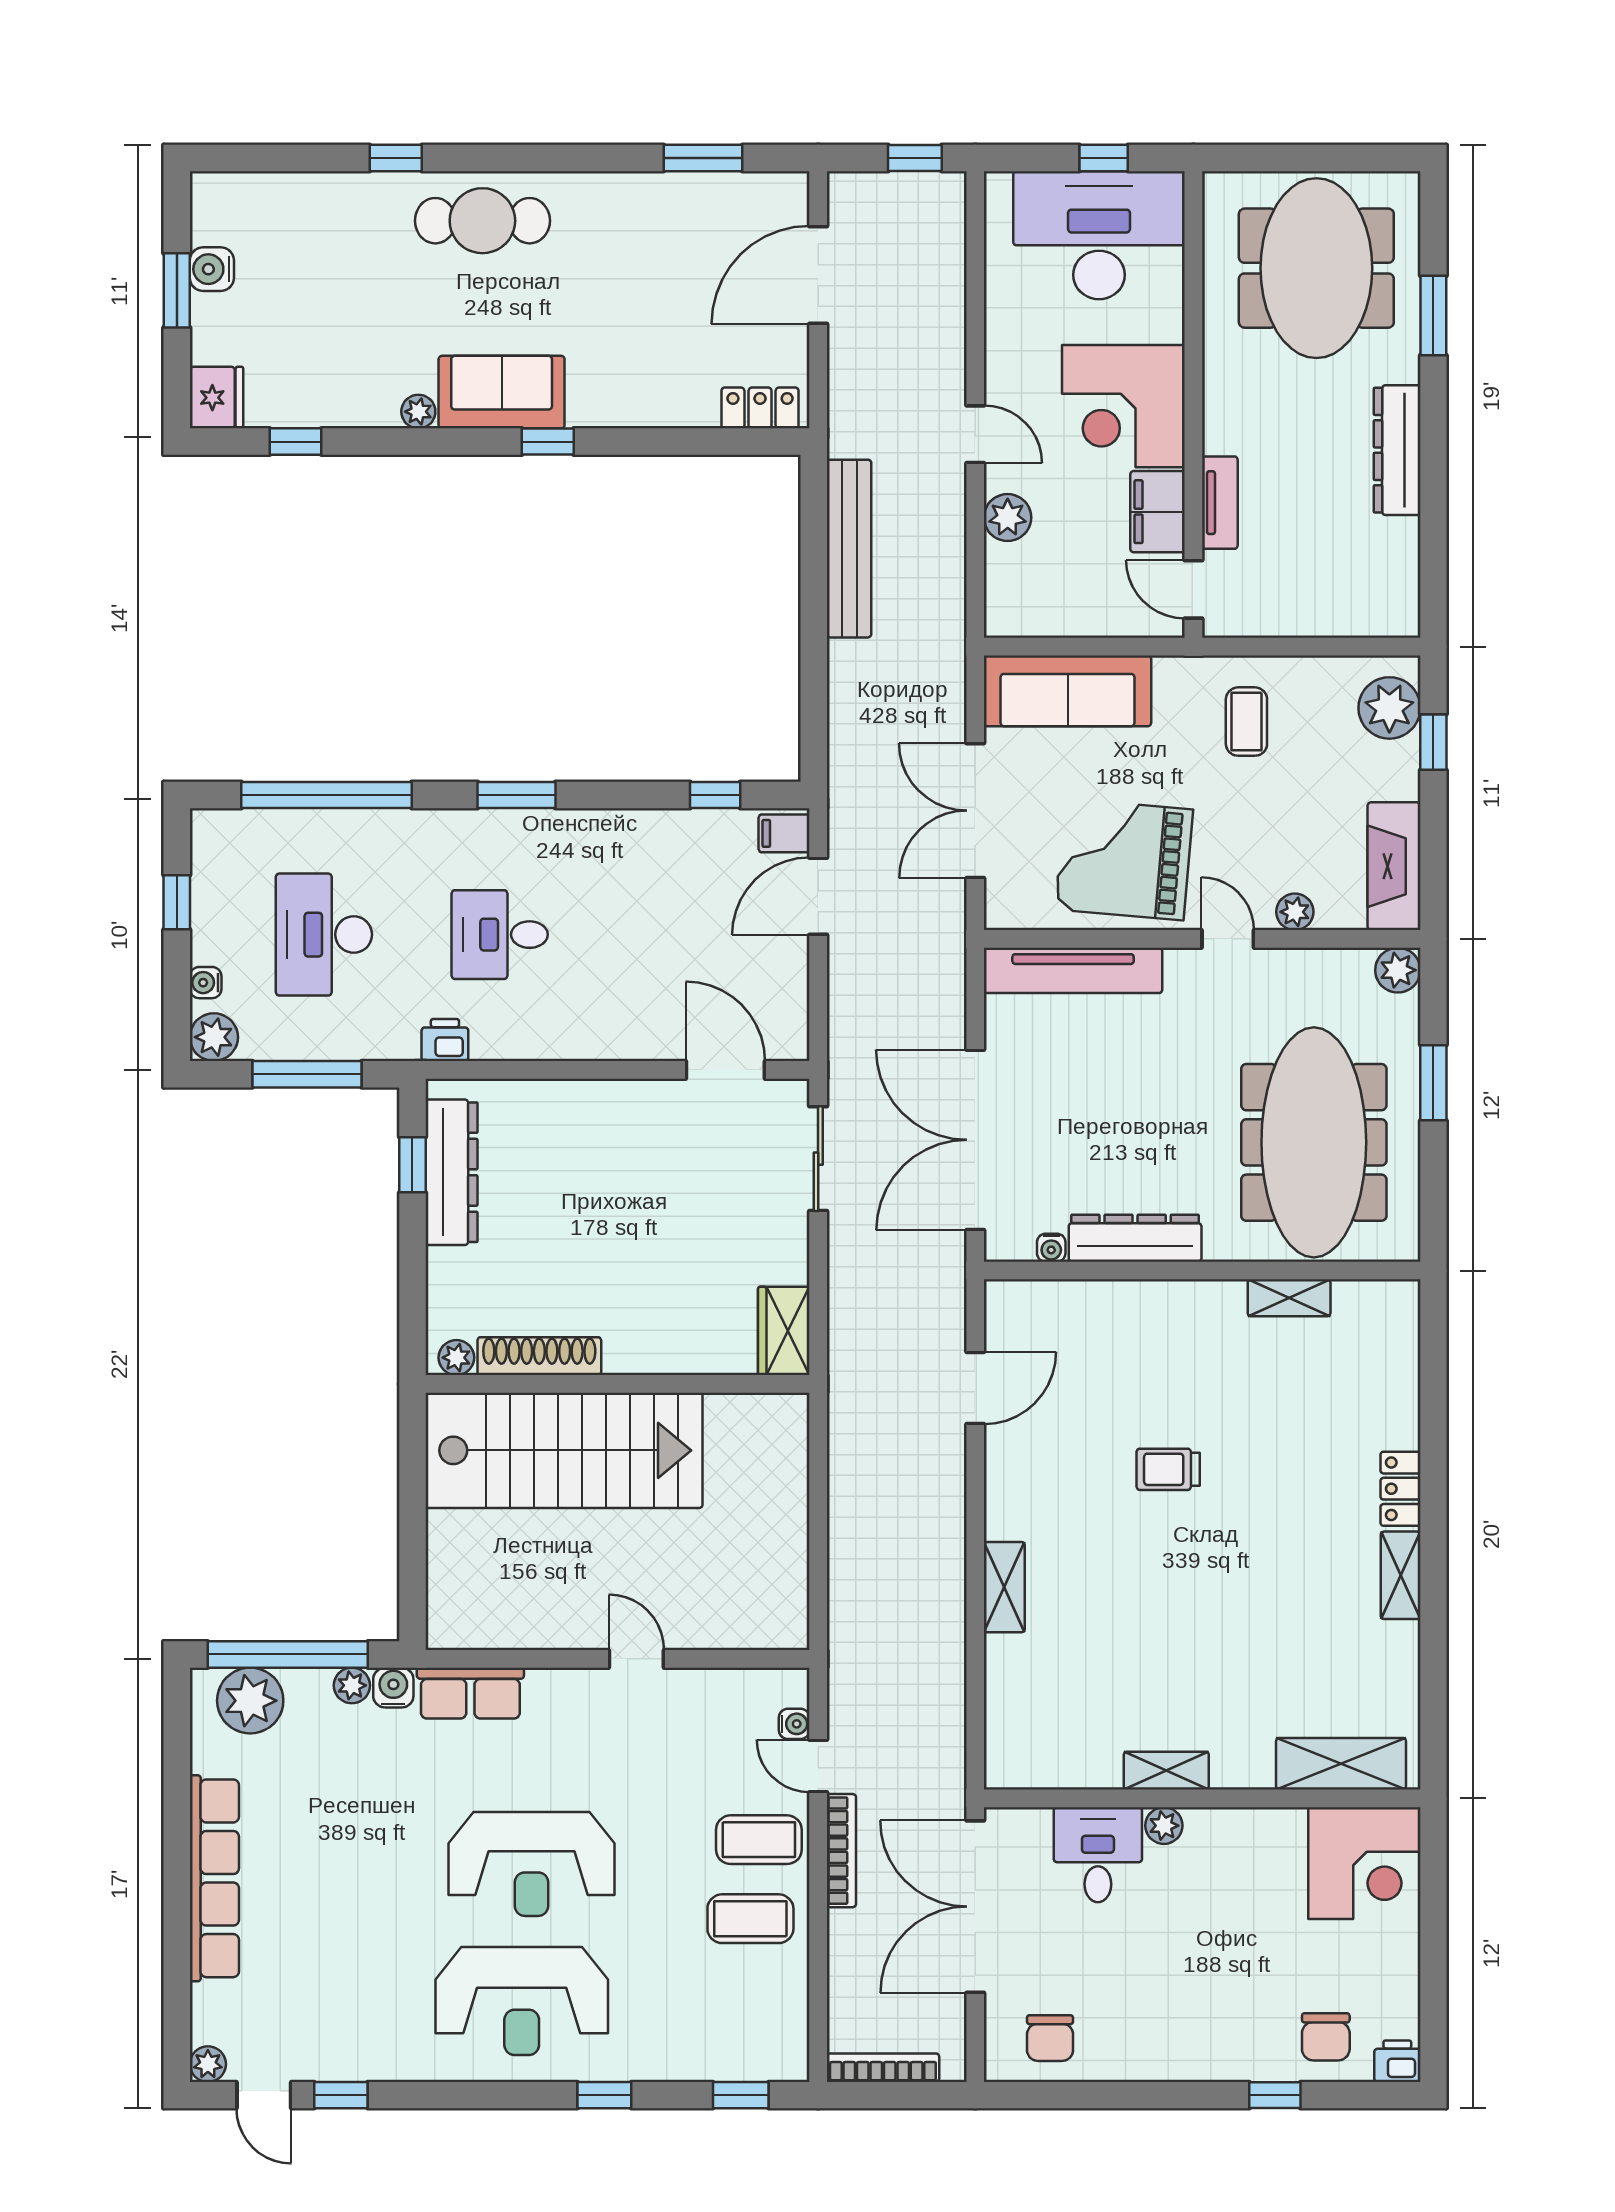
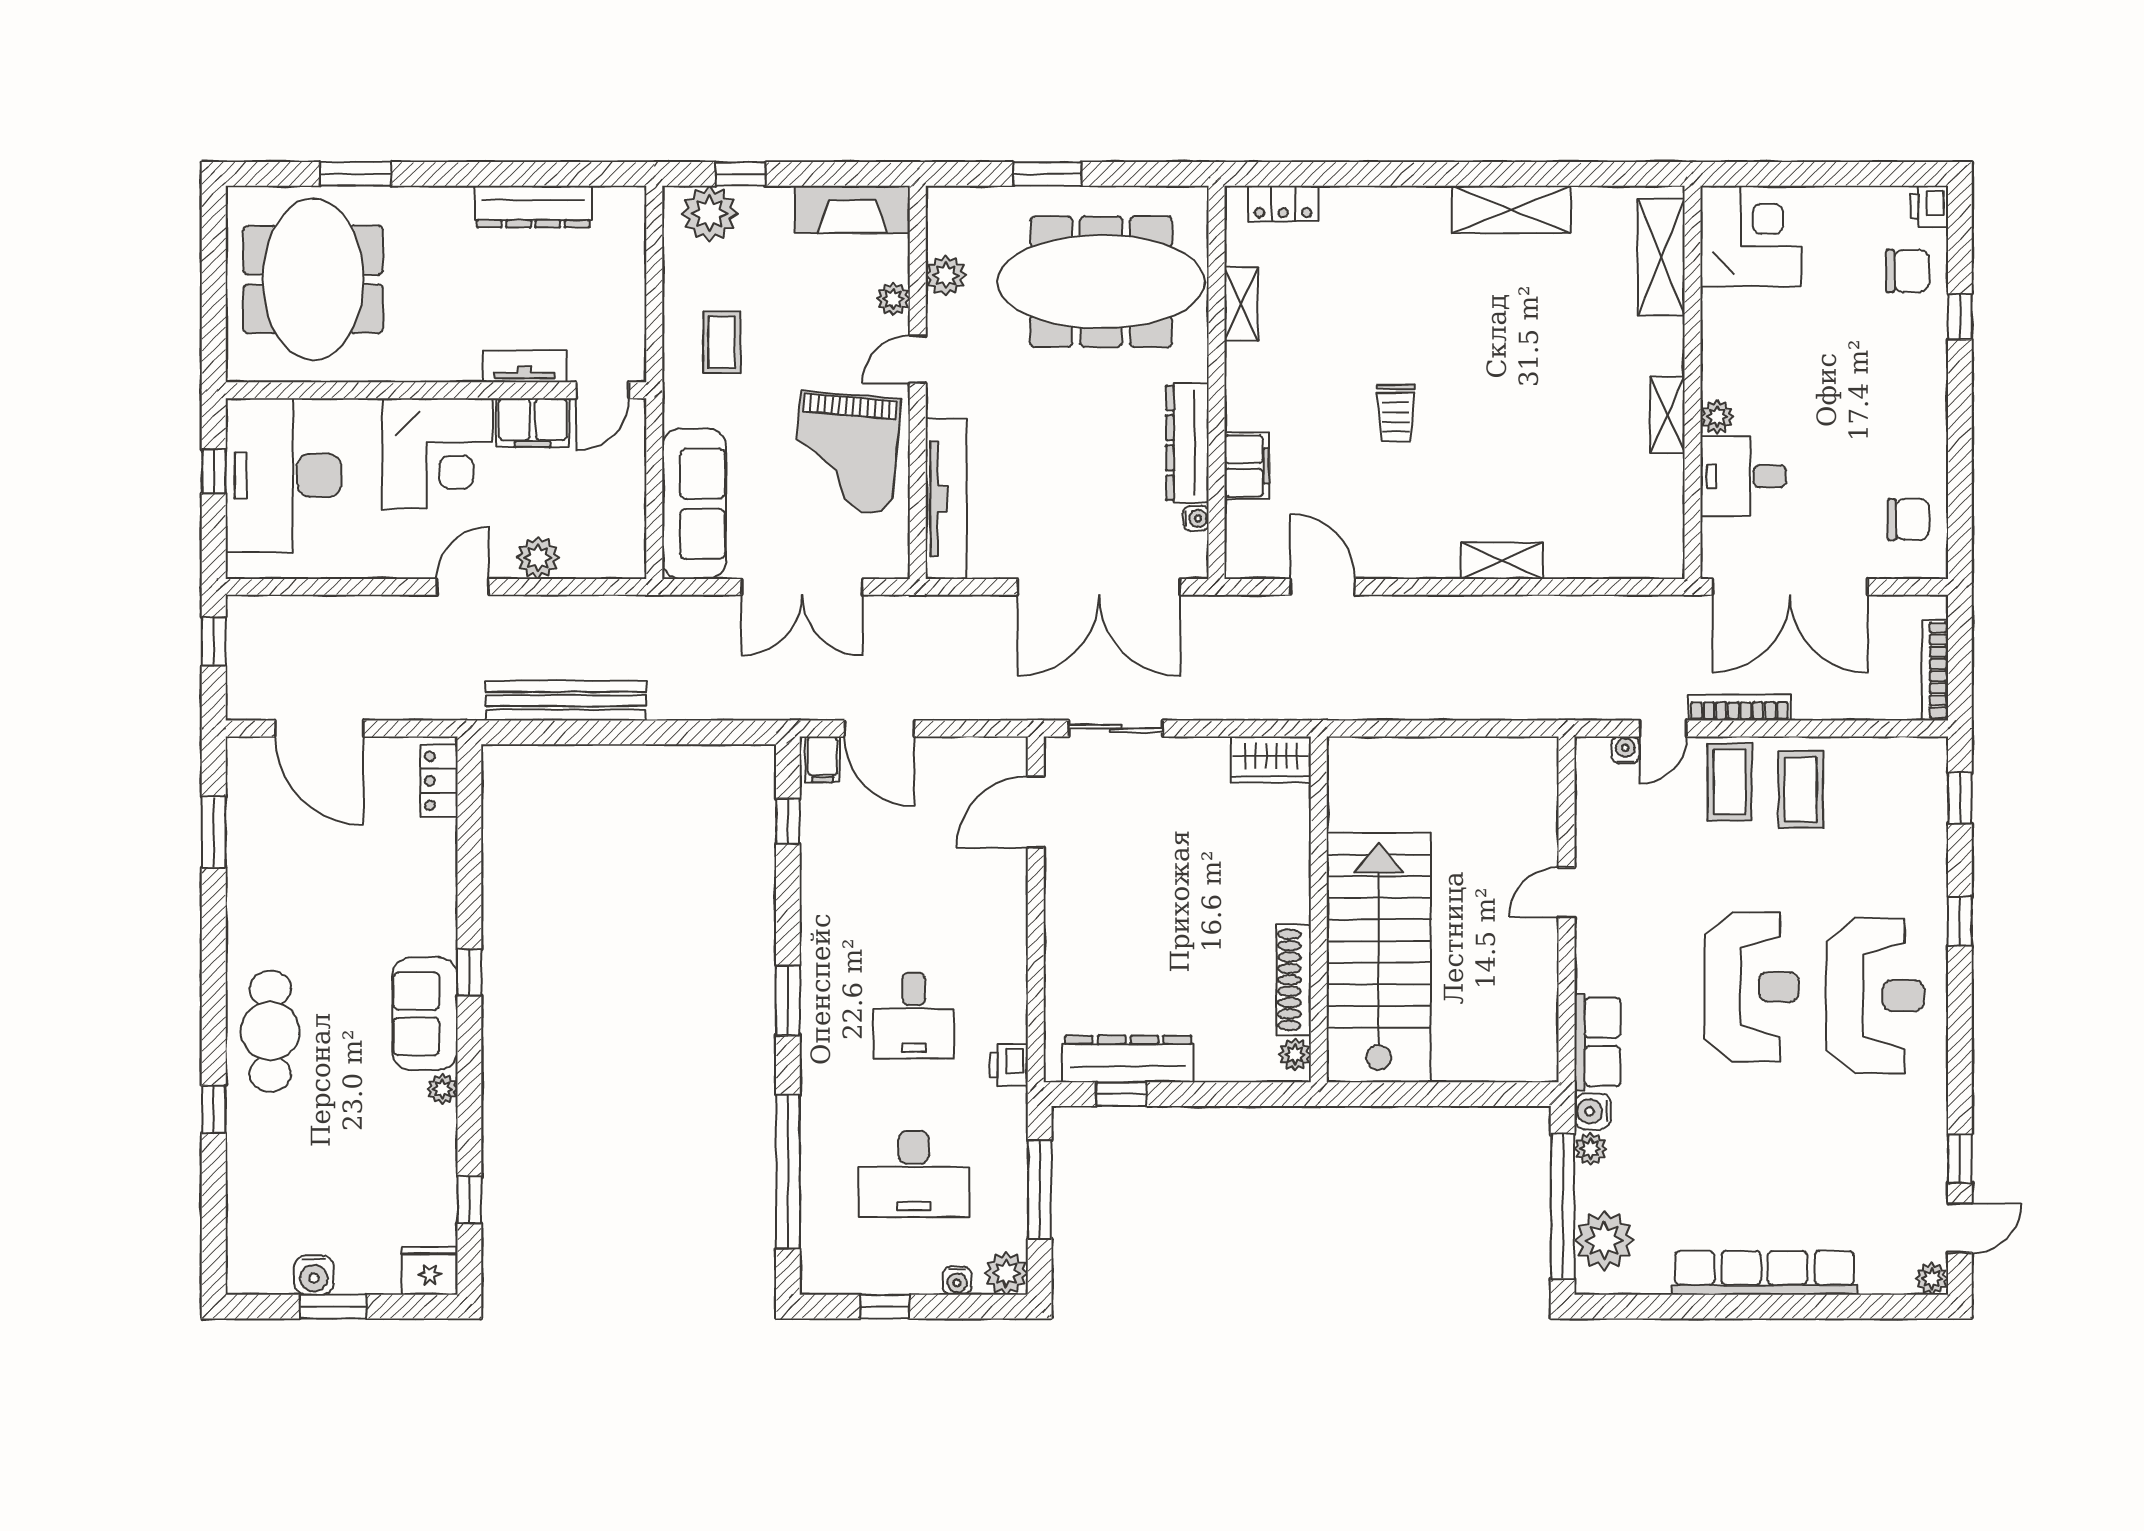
meeting table: (1316, 268) -> (313, 279), turned 90
dresser: (1397, 450) -> (533, 207), moved
coffee table: (1246, 722) -> (722, 342), turned 90
plant: (1398, 970) -> (946, 275), moved
filing cabinet: (1109, 1304) -> (1247, 466), added
locker: (1400, 1489) -> (1283, 204), moved
shelving: (1401, 1575) -> (1511, 209), width x1.50, depth x1.33

